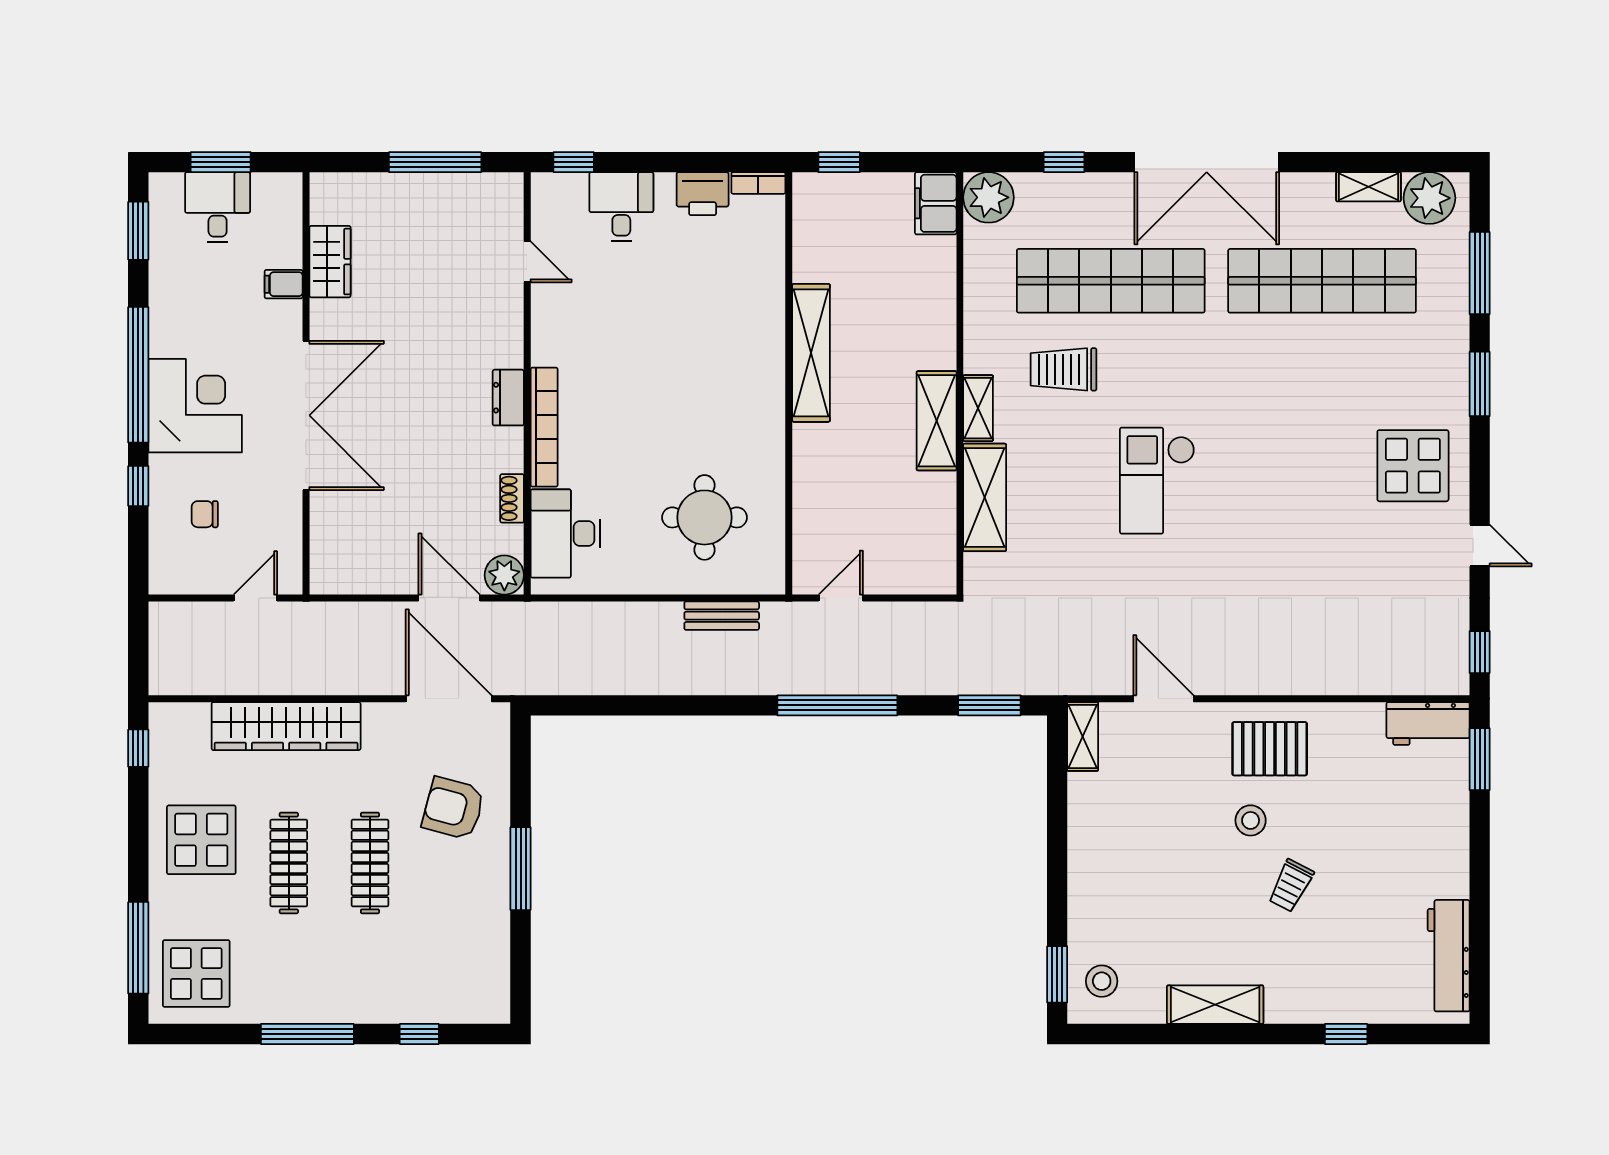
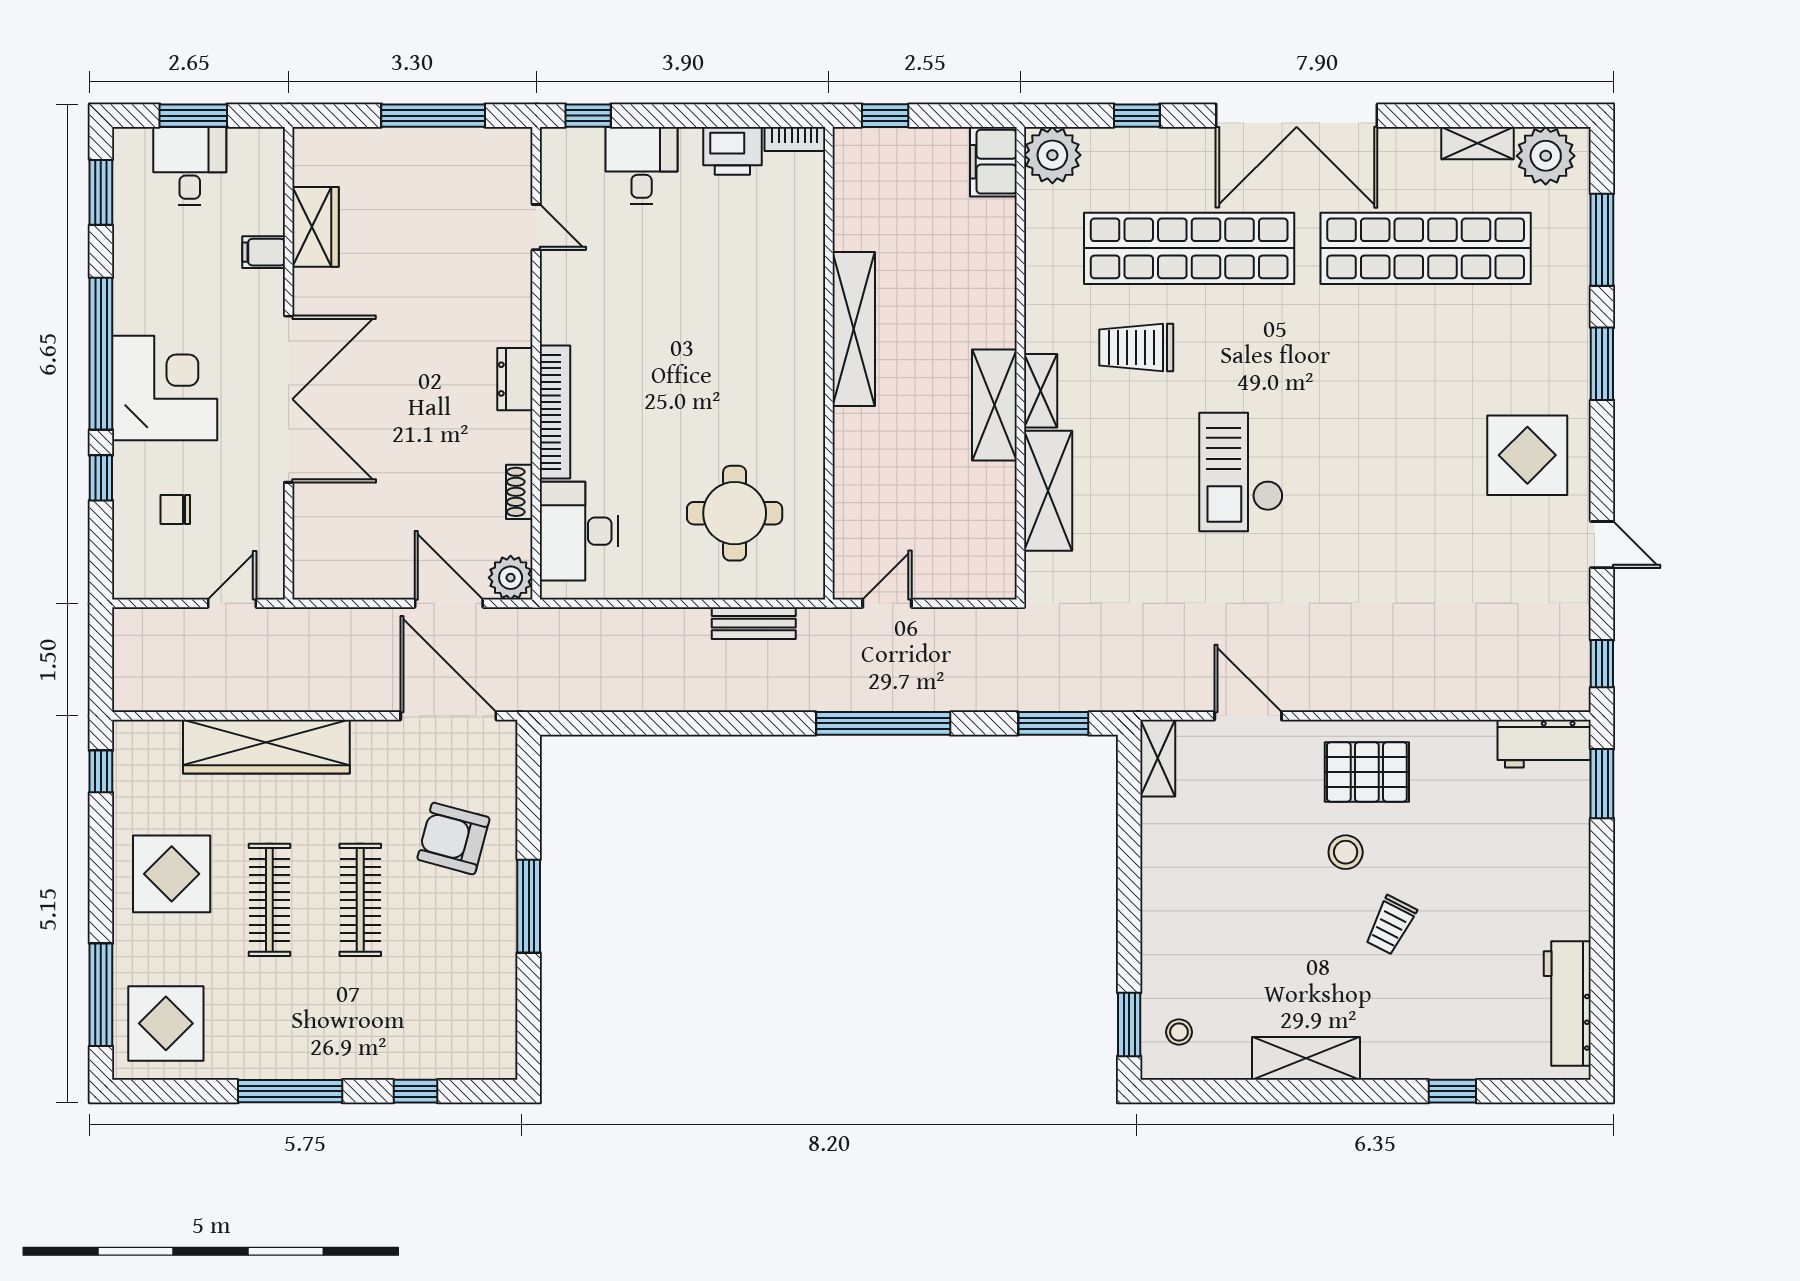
stool: (1102, 981) -> (1179, 1032), width x0.73, depth x0.73

